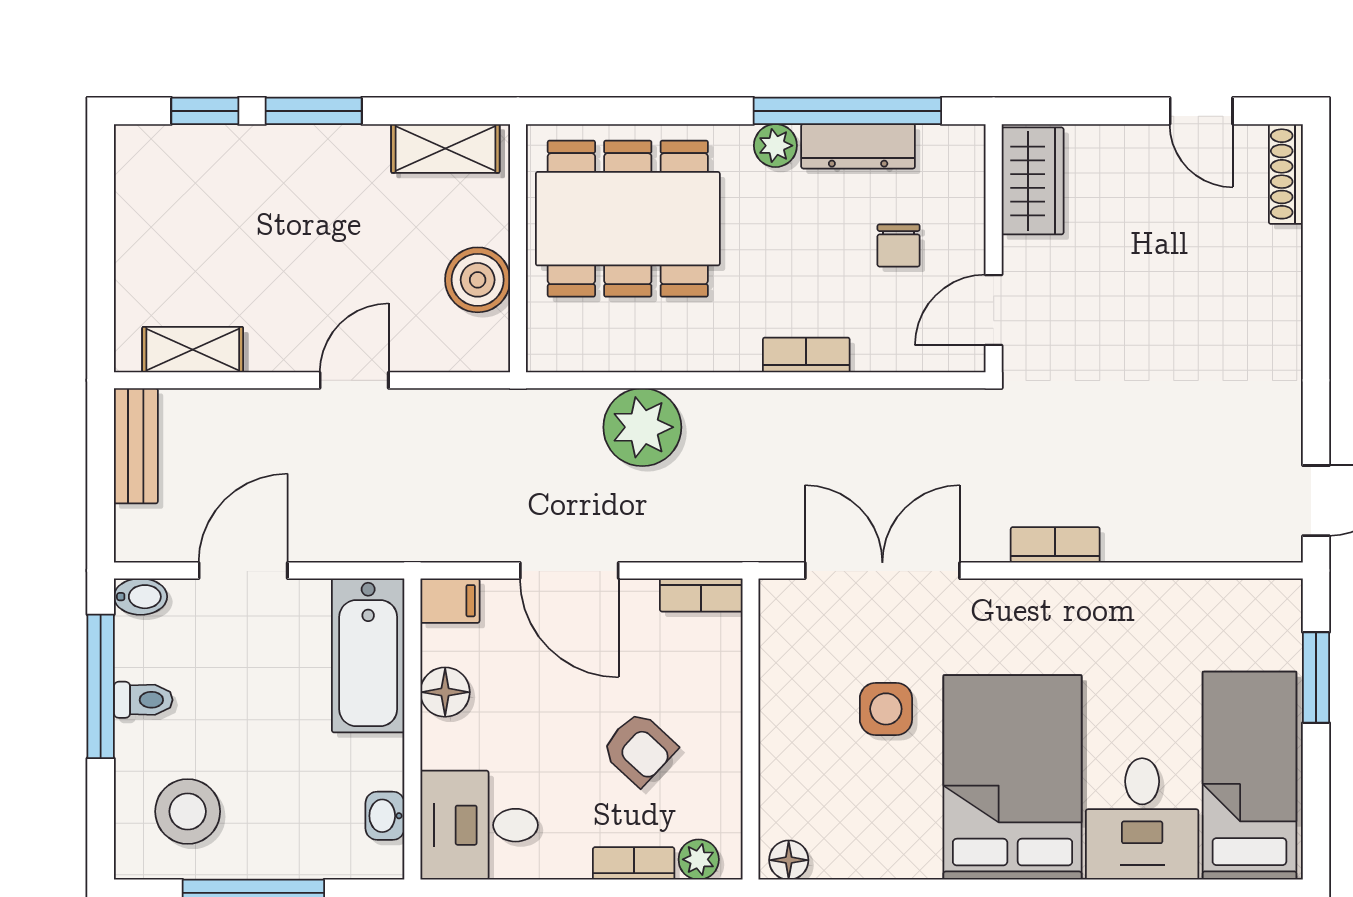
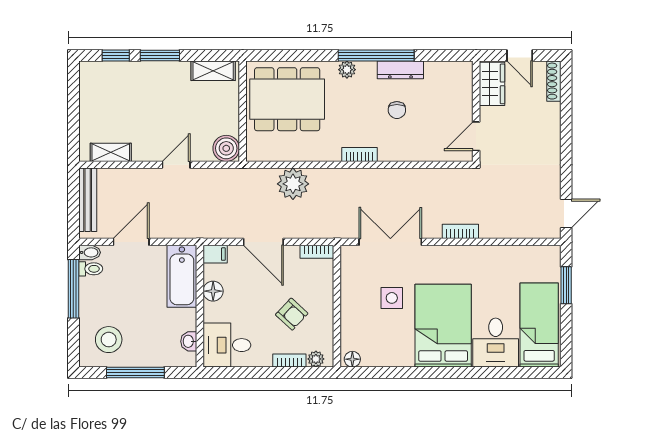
dresser: (858, 146) -> (400, 70), moved
wardrobe: (1033, 181) -> (492, 84), moved
wall: (994, 248) -> (476, 111), moved
boiler: (478, 280) -> (226, 148), moved
door: (994, 310) -> (476, 136), moved
bench: (136, 446) -> (88, 200), width x1.36
toilet: (143, 700) -> (91, 269), moved

